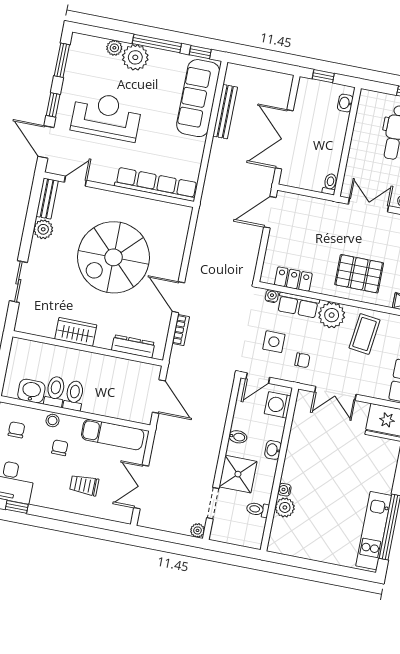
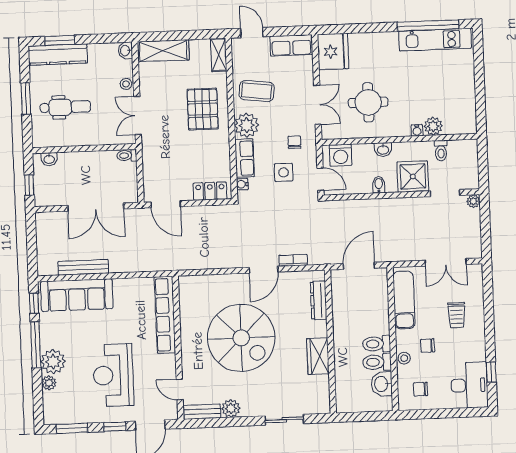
locker: (293, 279) -> (210, 191), moved, turned 90
round table: (325, 446) -> (368, 102), added

